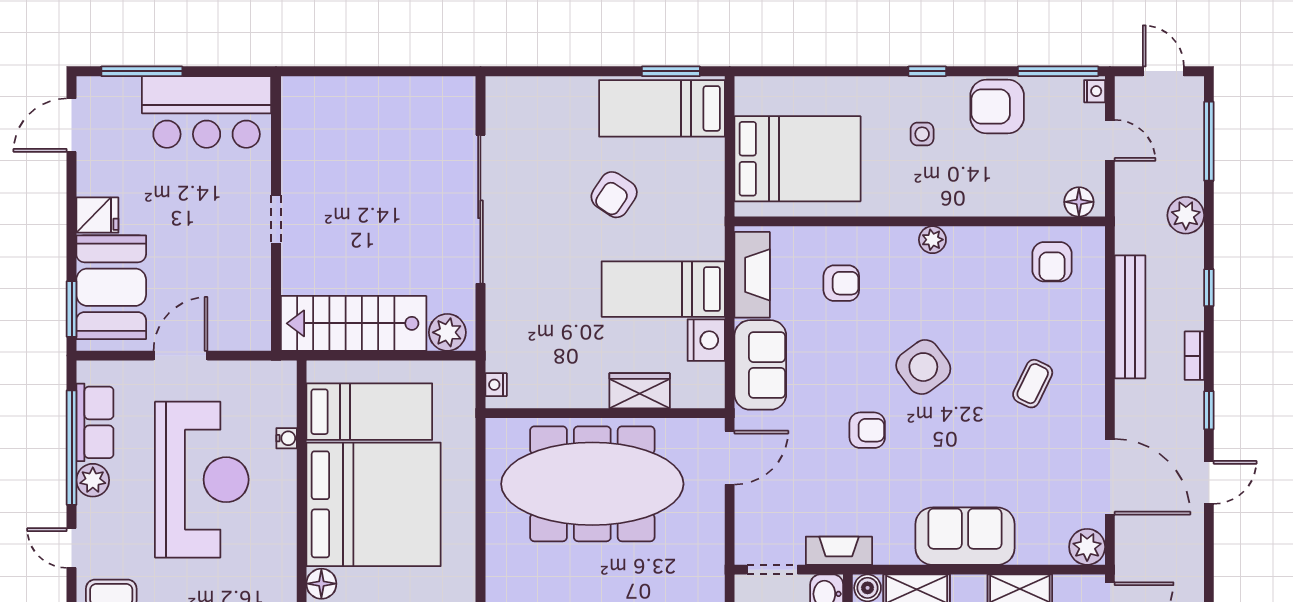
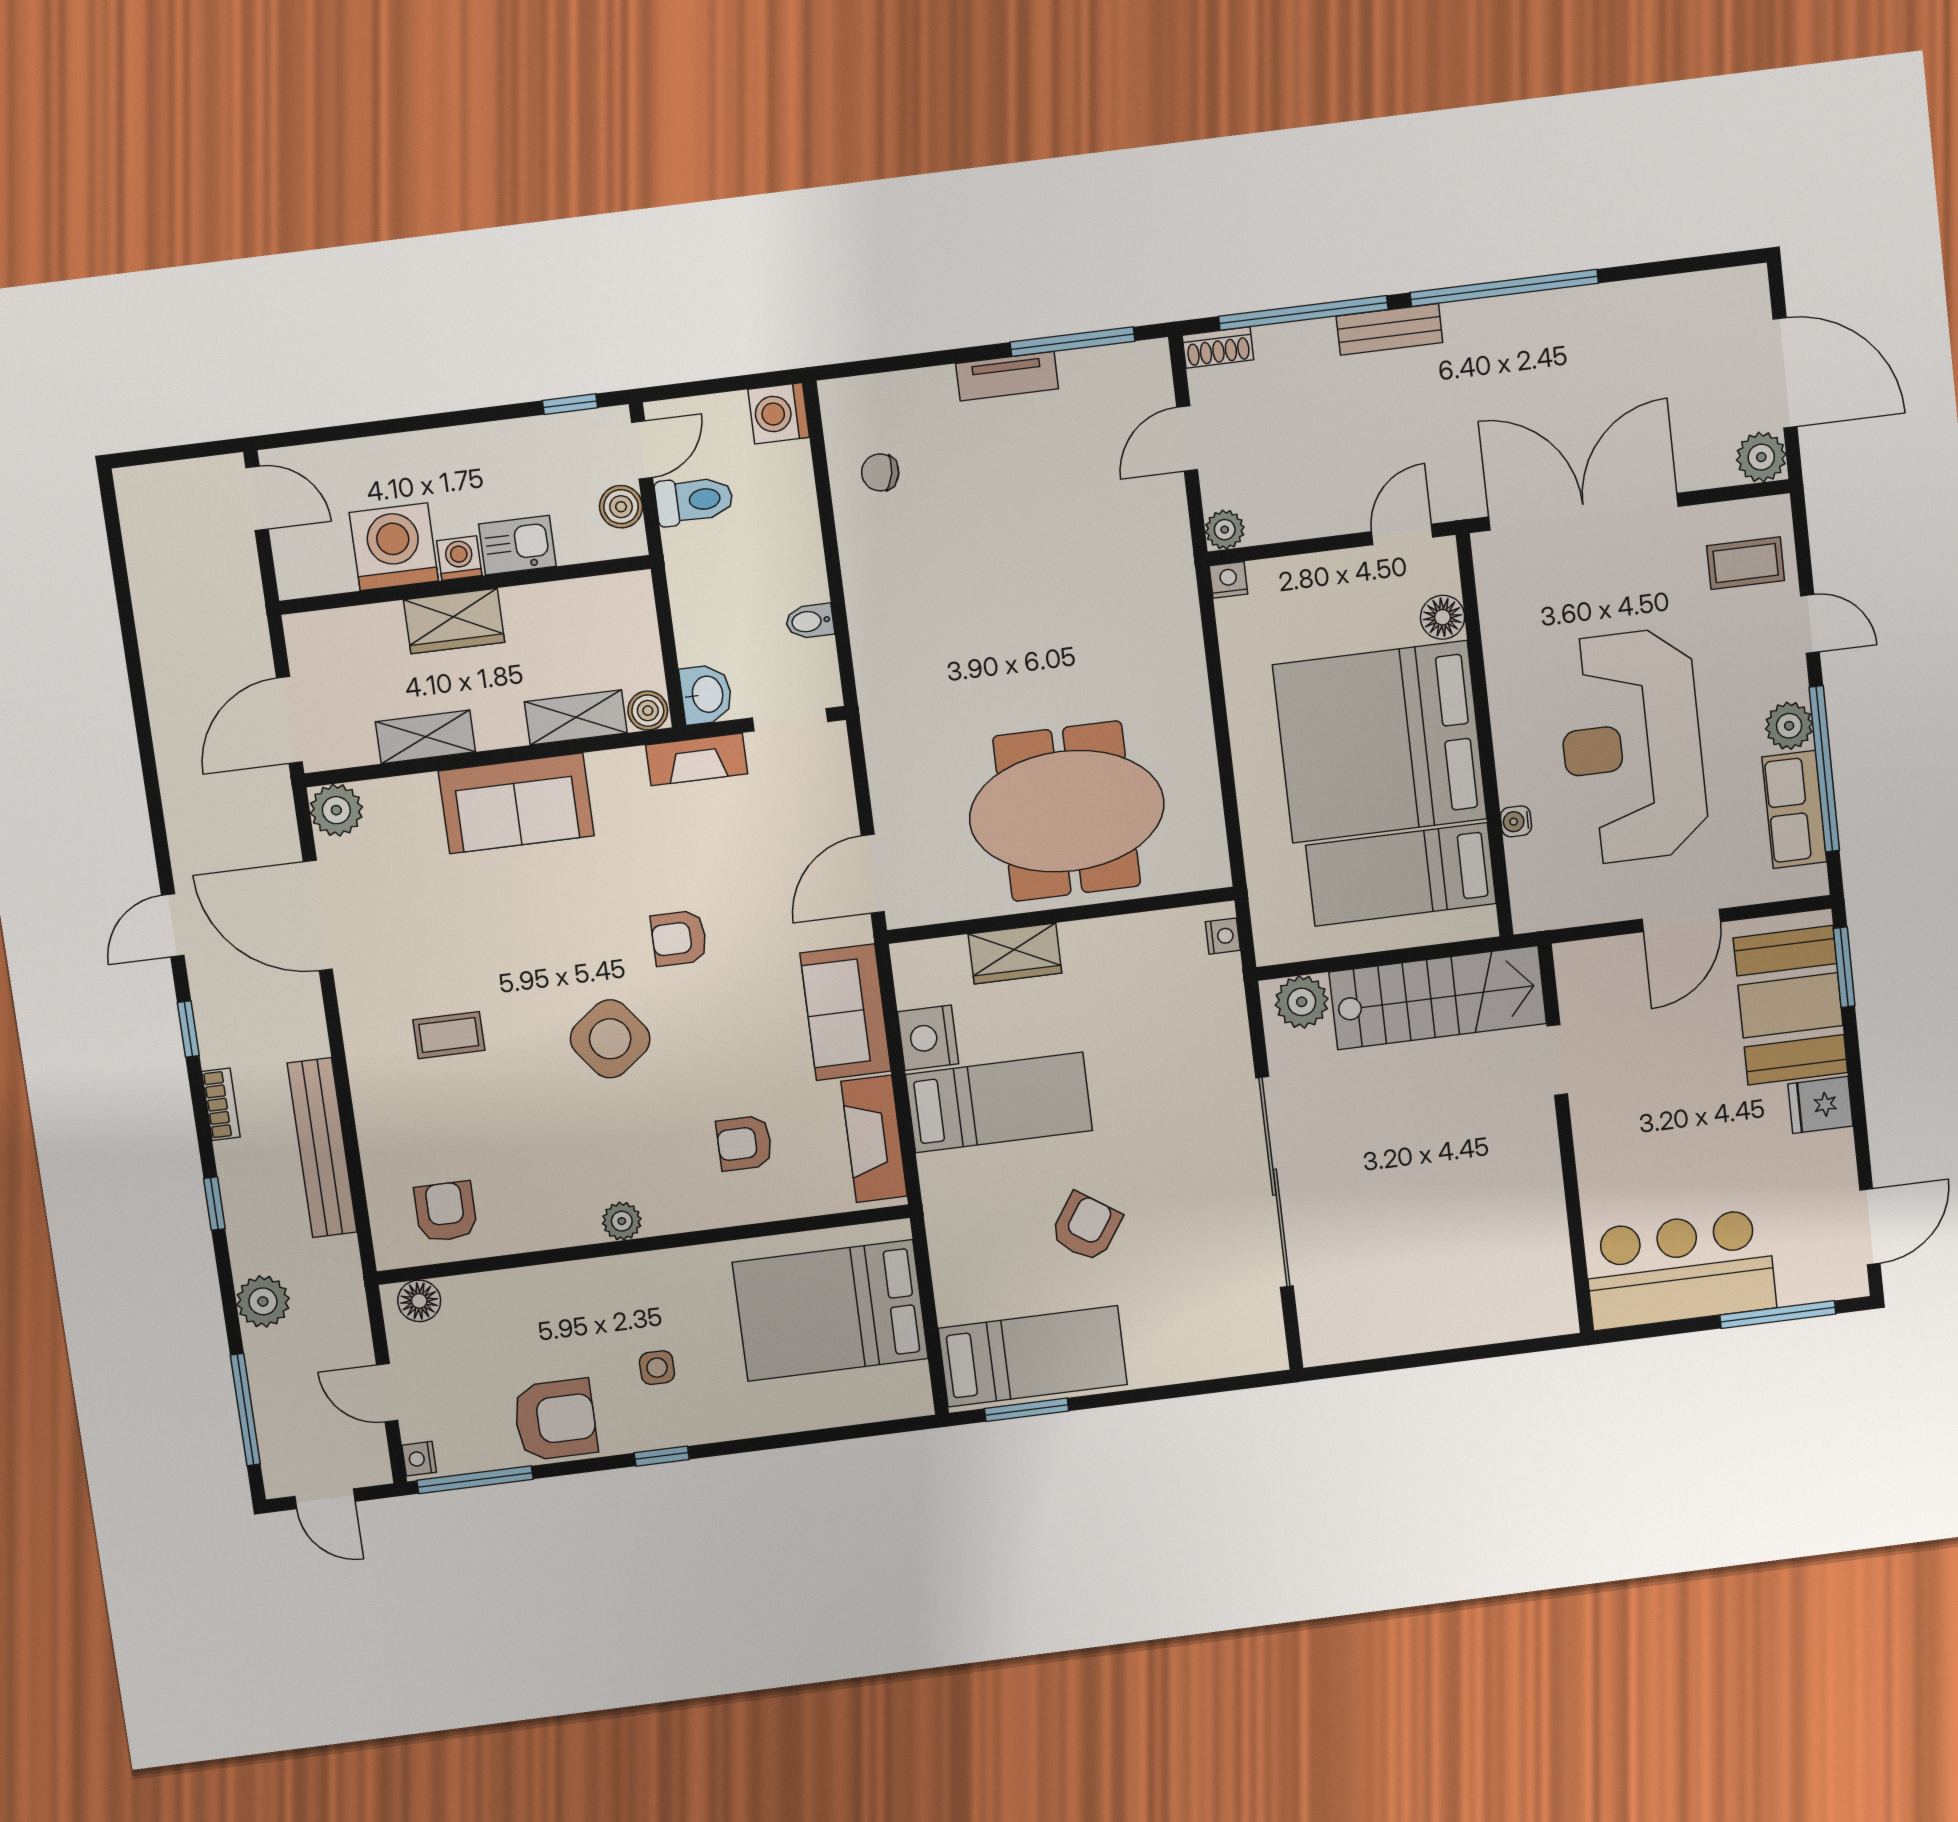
doorway: (276, 220) -> (1557, 1060), moved
coffee table: (1033, 384) -> (449, 1035), turned 64
meeting table: (592, 484) -> (1067, 811), width x0.73

